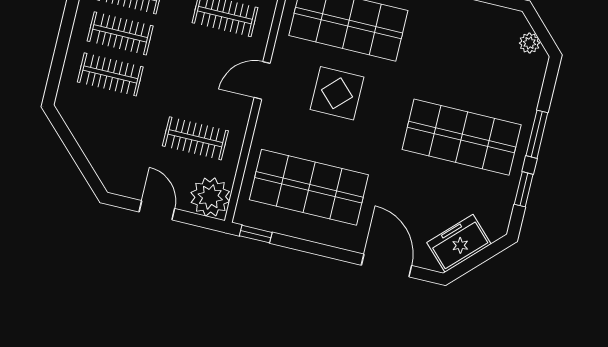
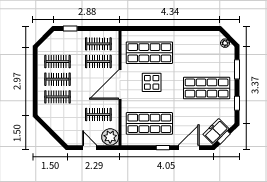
door: (262, 80) -> (120, 84), width x1.87
window: (537, 134) -> (237, 69), moved
window: (256, 234) -> (163, 148), moved
window: (474, 261) -> (224, 137), added
door: (387, 265) -> (189, 148), hinge flipped

